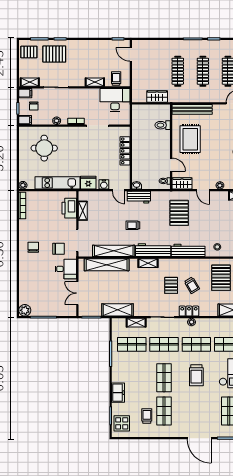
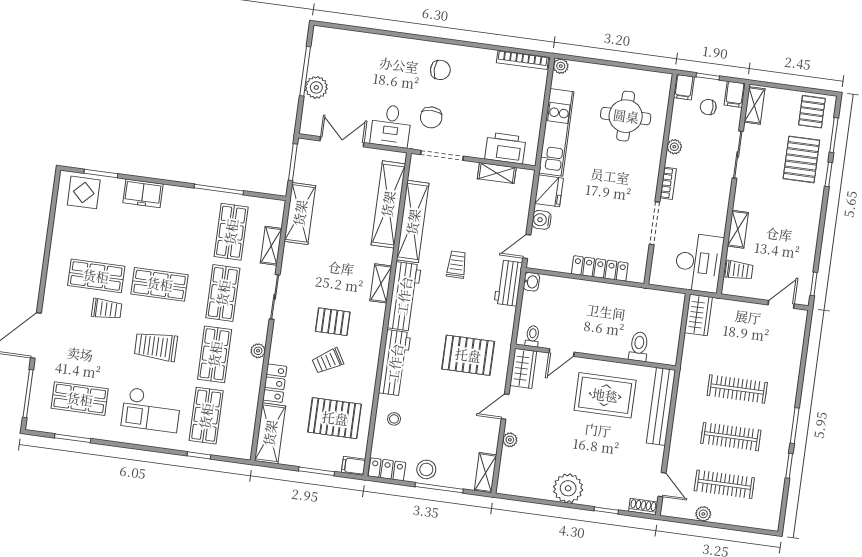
wardrobe: (157, 97) -> (698, 315), moved
plant: (25, 310) -> (316, 87), moved
locker: (189, 311) -> (275, 383), moved
trolley: (147, 416) -> (107, 309), moved

